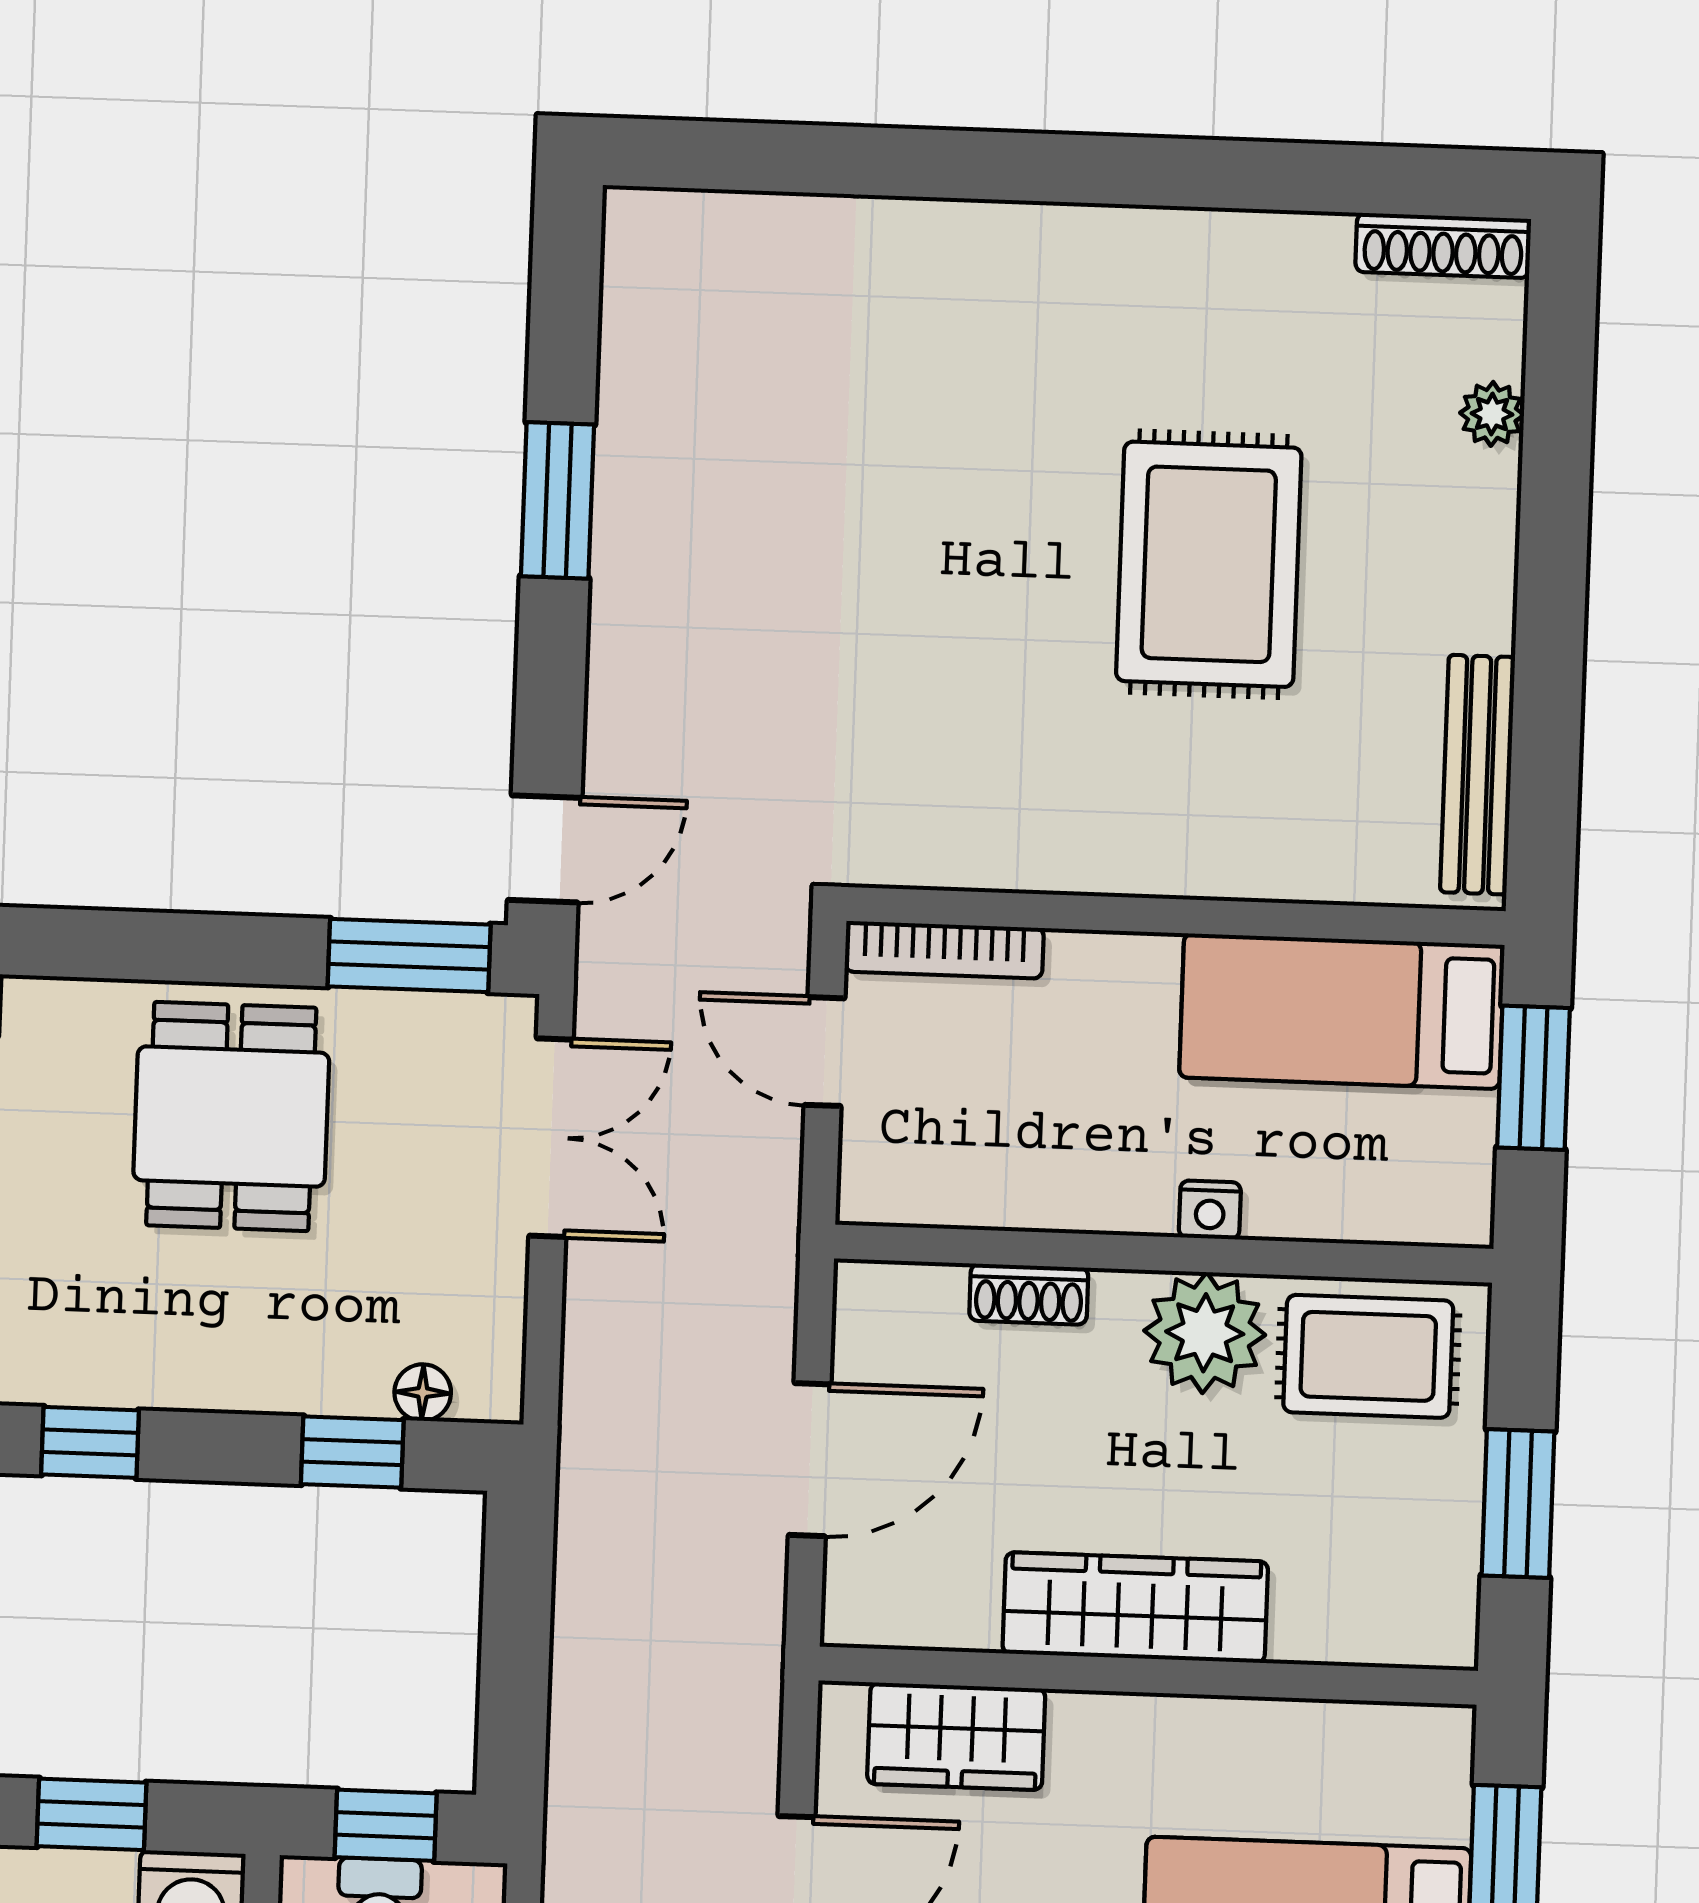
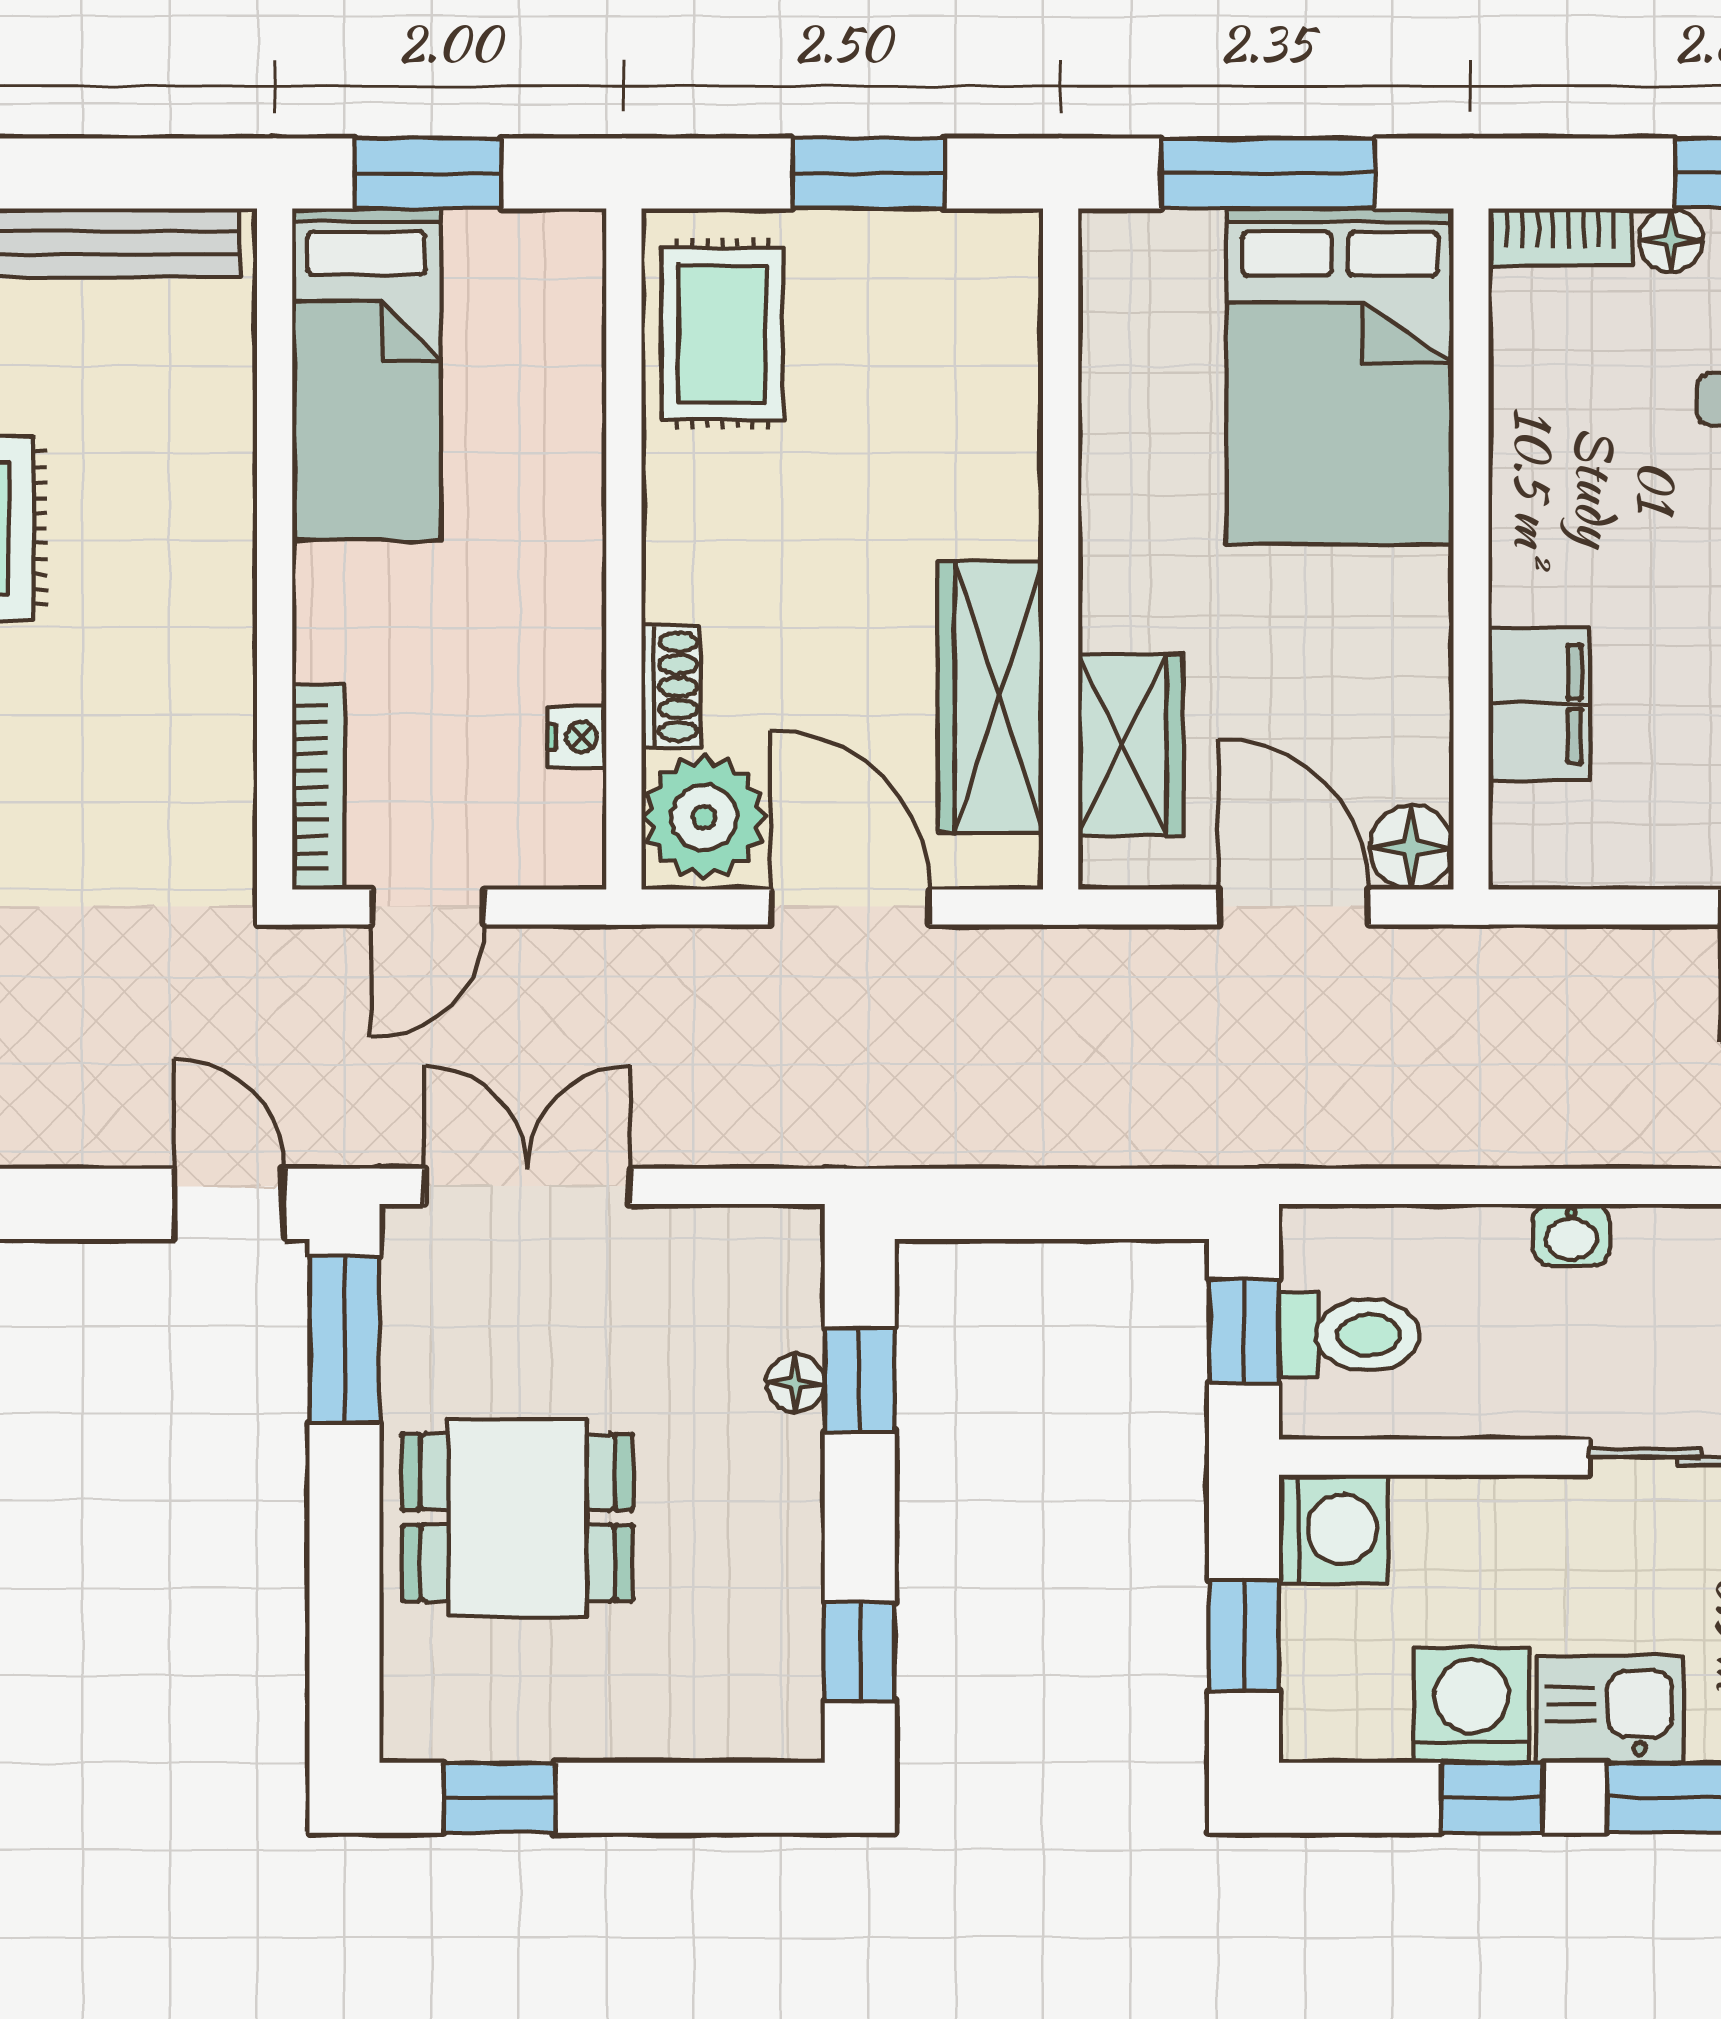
nightstand: (1210, 1210) -> (577, 737), moved
plant: (1205, 1333) -> (704, 817), moved
floor lamp: (423, 1393) -> (796, 1383), moved
wardrobe: (1135, 1607) -> (991, 697), moved

